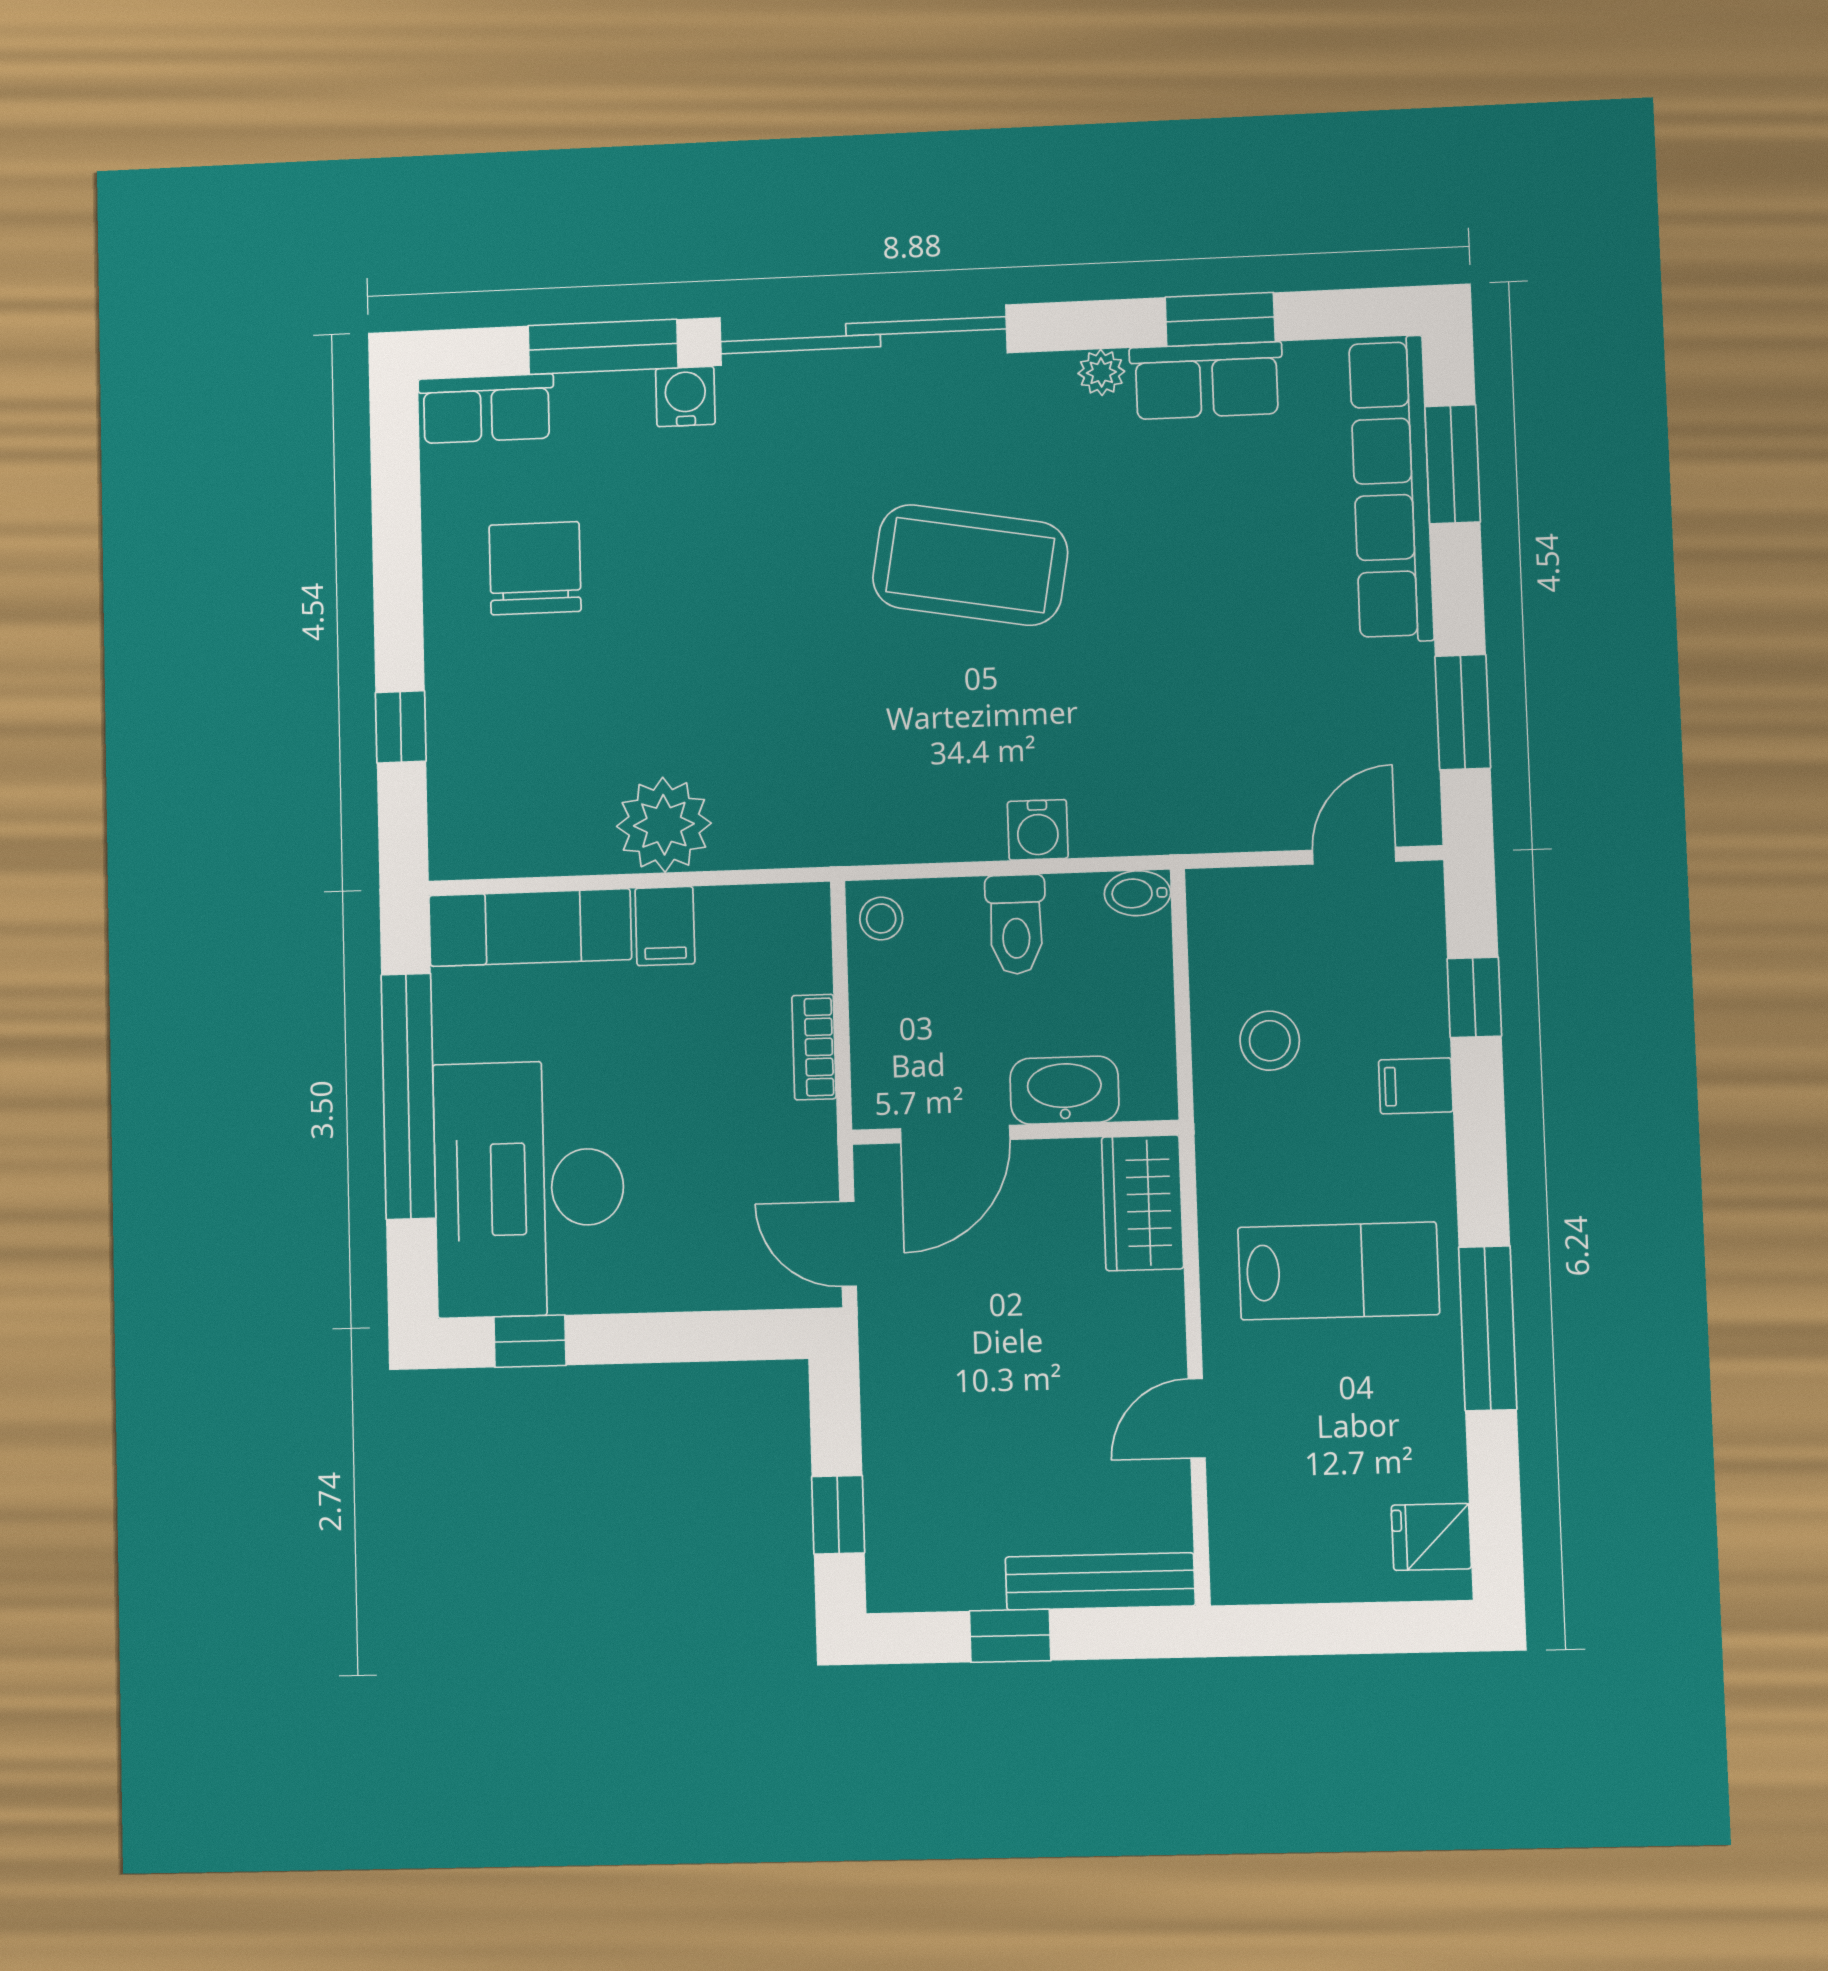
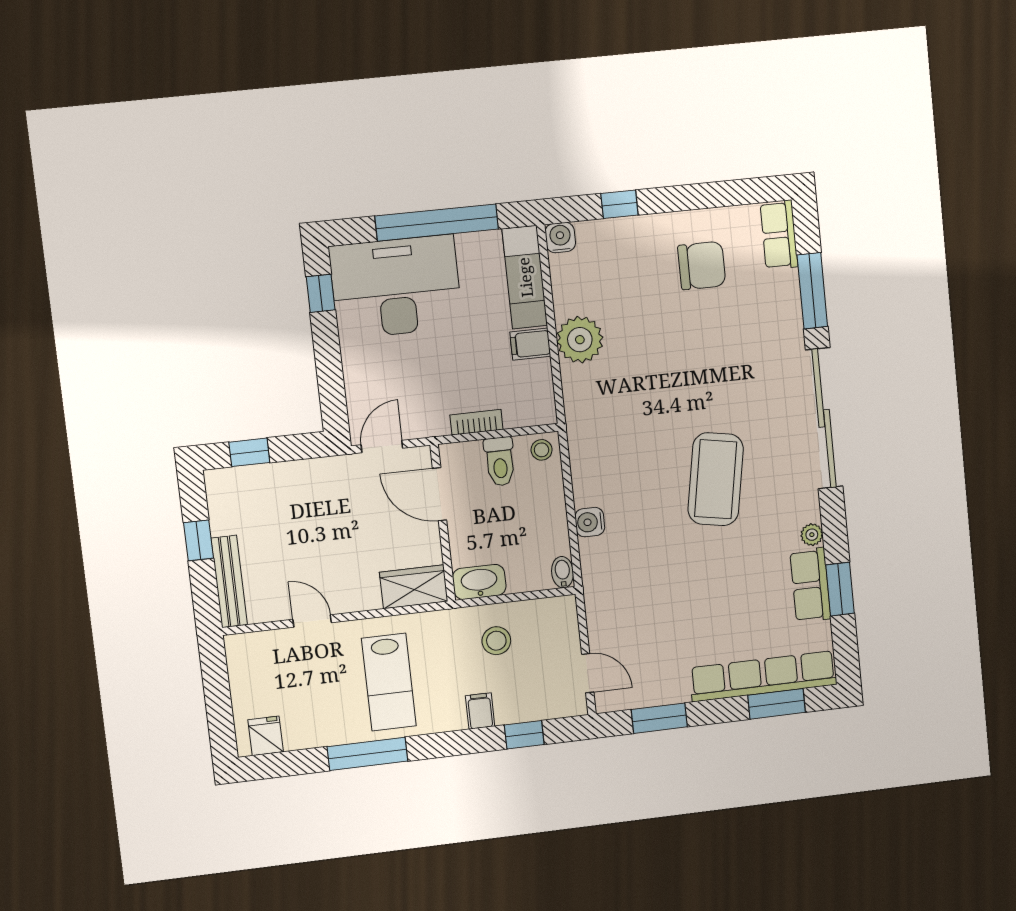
water cooler: (685, 397) -> (560, 238), moved, turned -90
toilet: (1016, 924) -> (500, 462), moved, turned -90
washbasin: (1064, 1090) -> (479, 582), moved, turned -90

